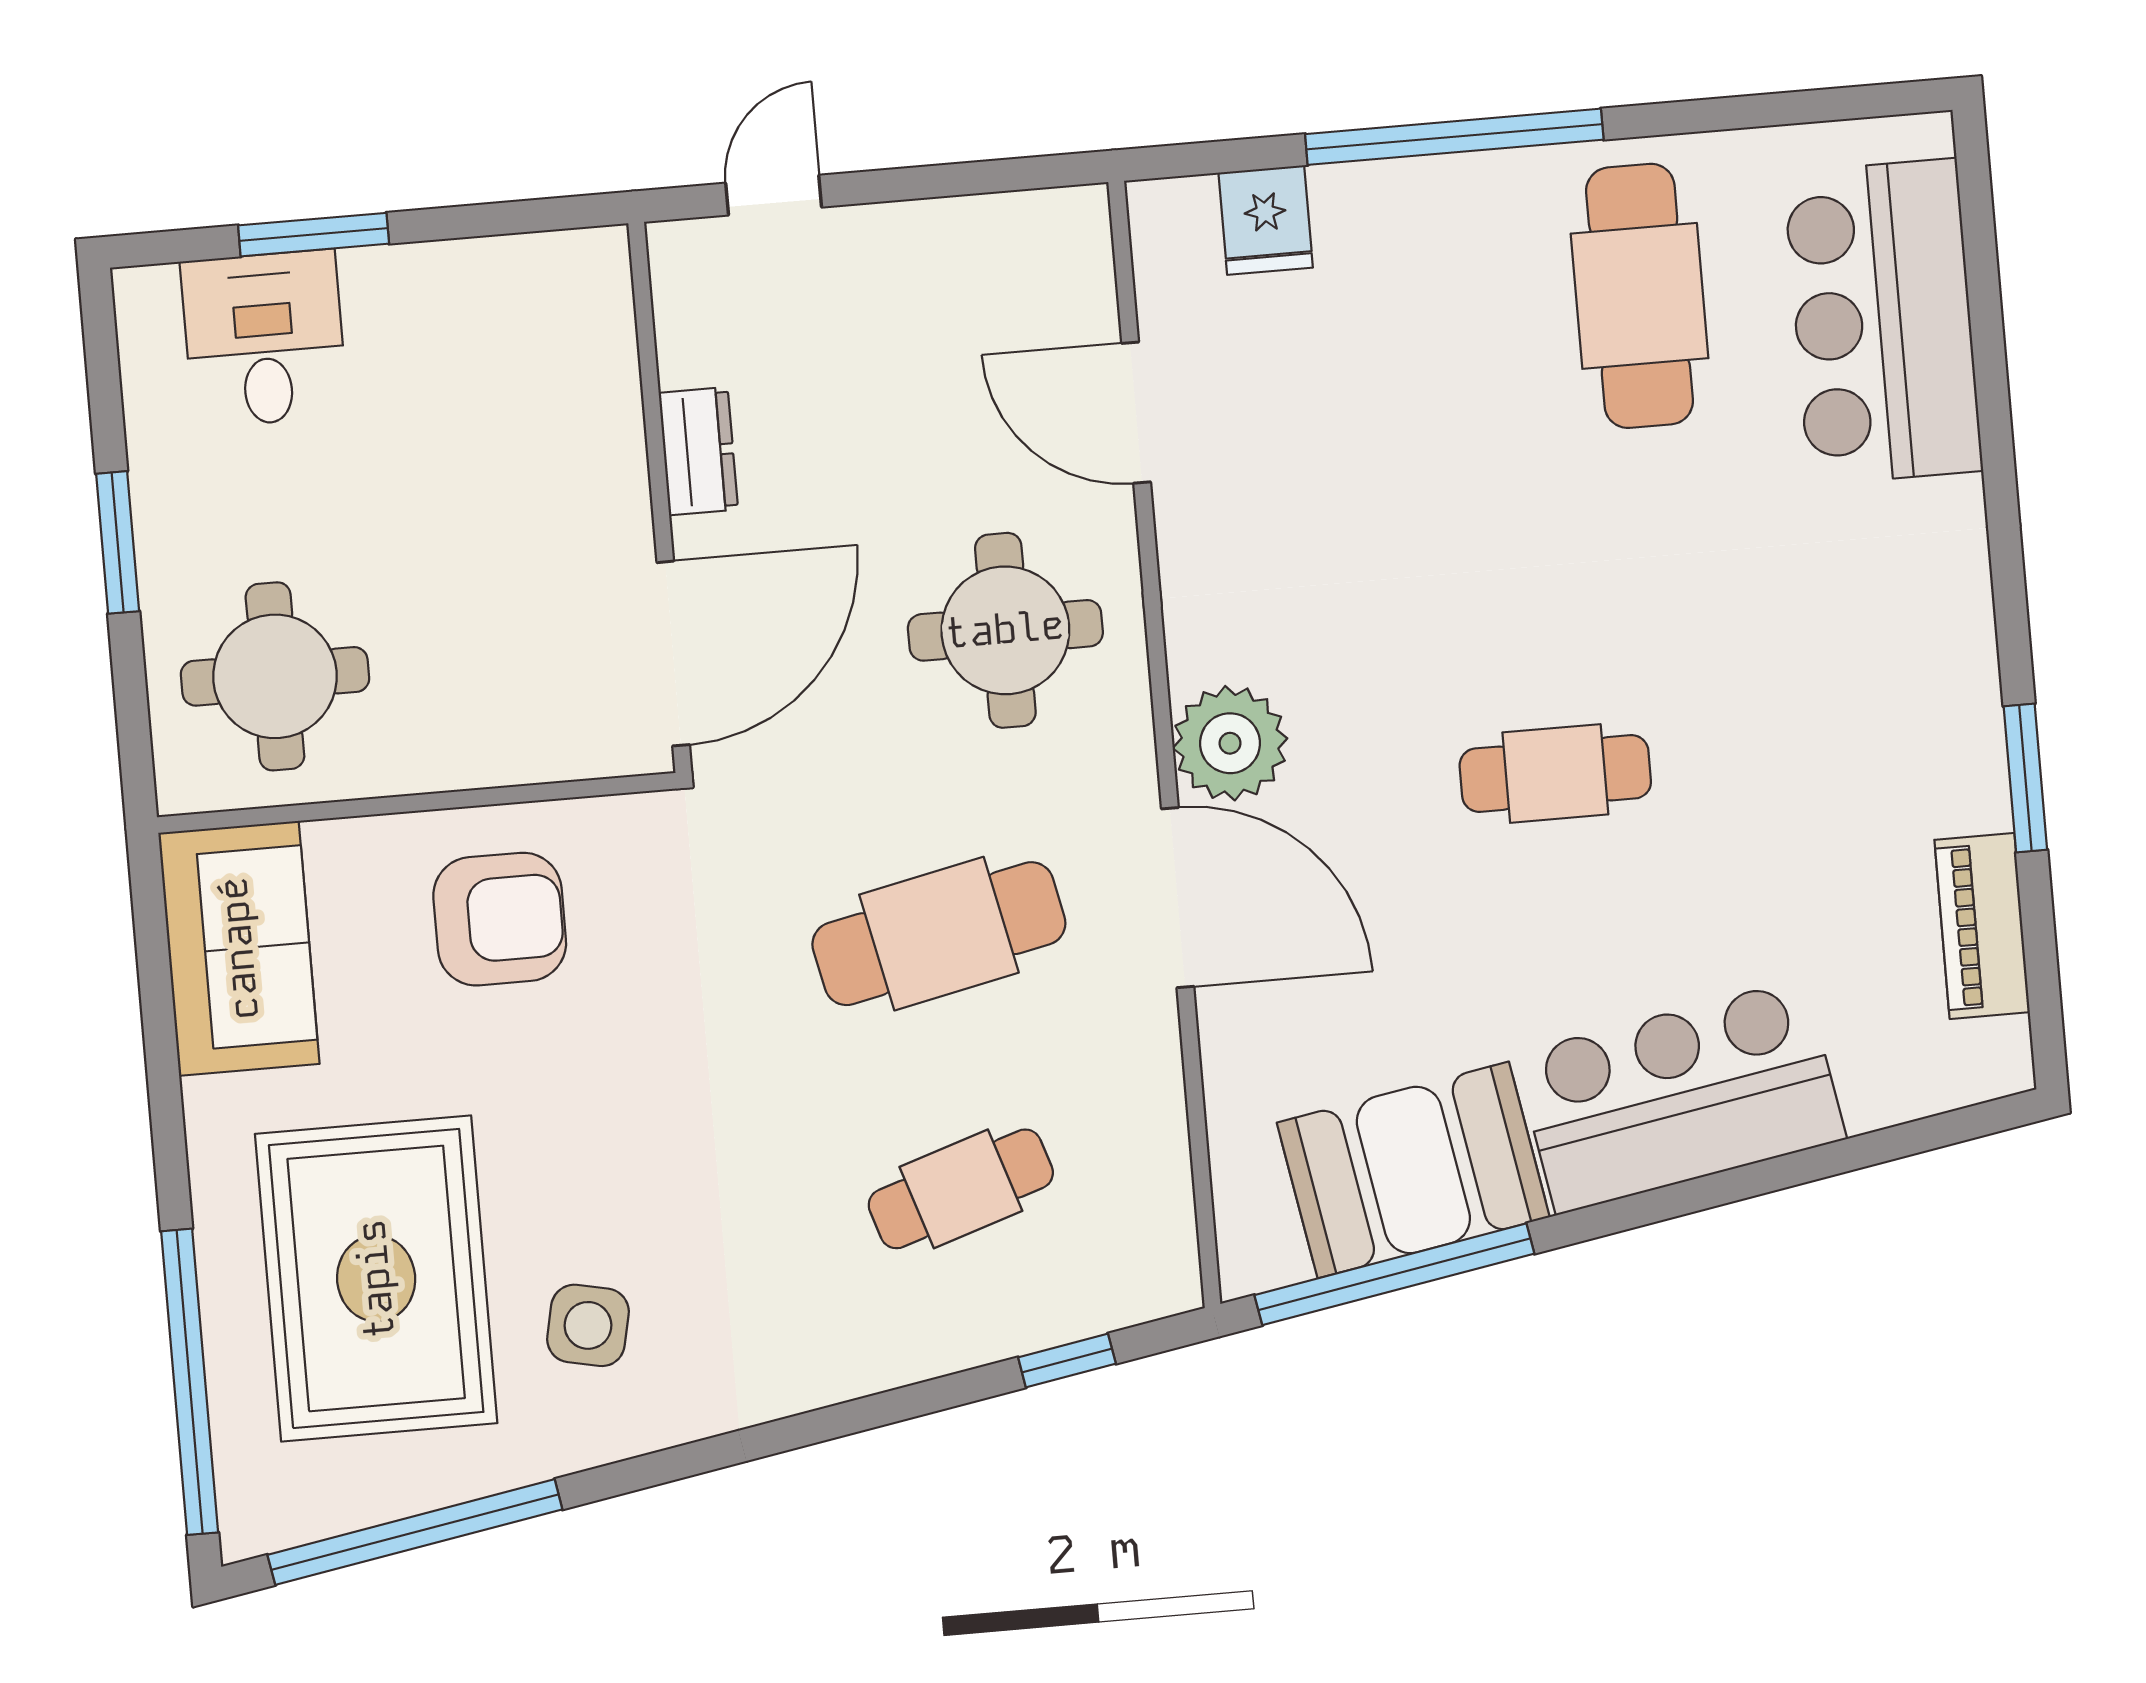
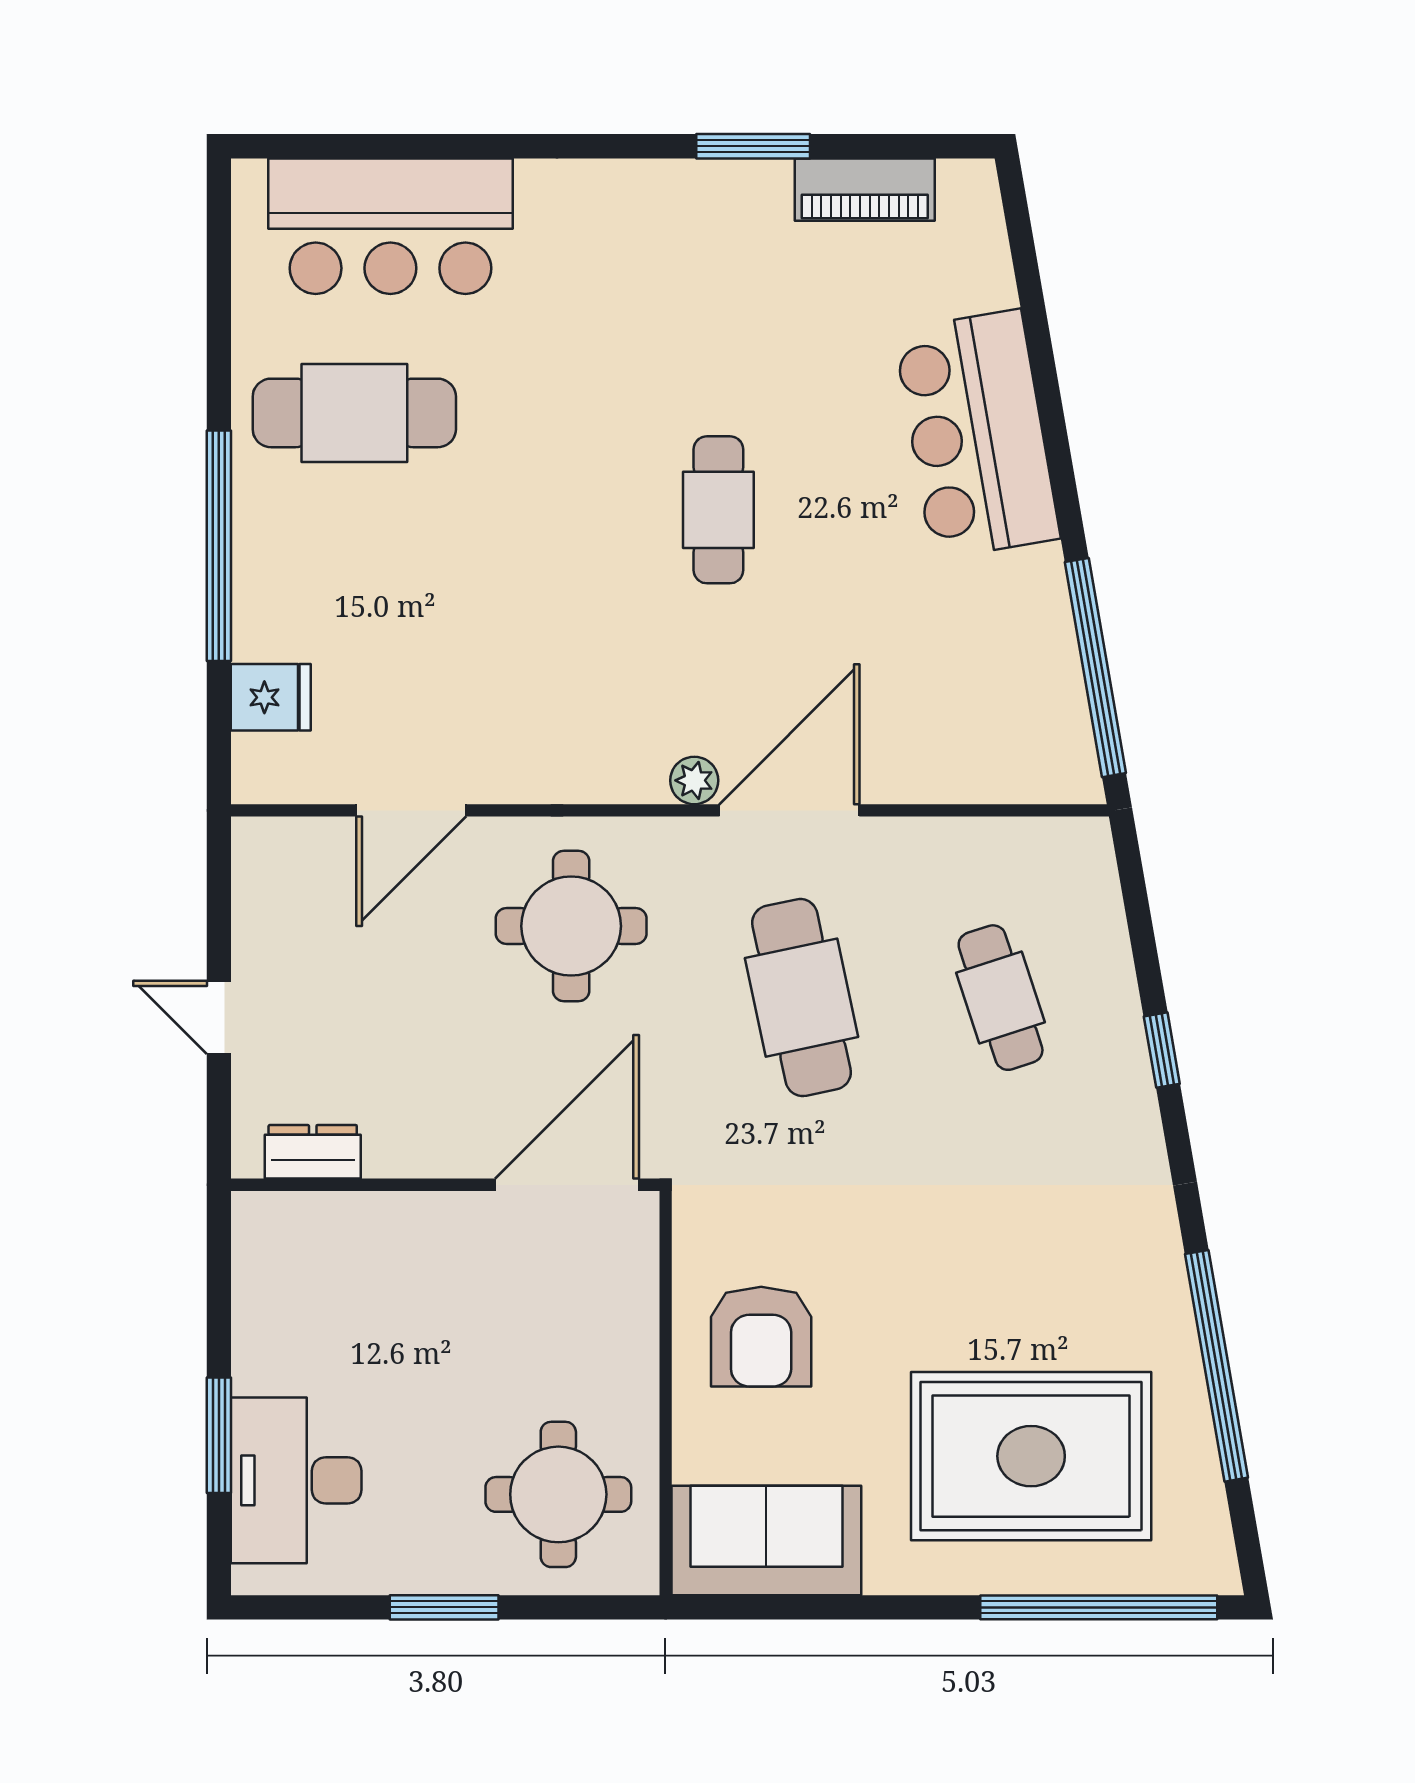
door: (774, 195) -> (219, 1017), moved
desk: (264, 339) -> (296, 1480), width x1.37
dresser: (698, 451) -> (313, 1152), moved
door: (673, 654) -> (567, 1185), hinge flipped
plant: (1230, 743) -> (694, 780), width x0.53, depth x0.53
armchair: (500, 919) -> (761, 1337), turned 180
booth: (1413, 1170) -> (1016, 646), removed
side table: (588, 1325) -> (1081, 1295), removed
window: (1067, 1360) -> (1162, 1050), moved
window: (415, 1532) -> (1217, 1366), moved

